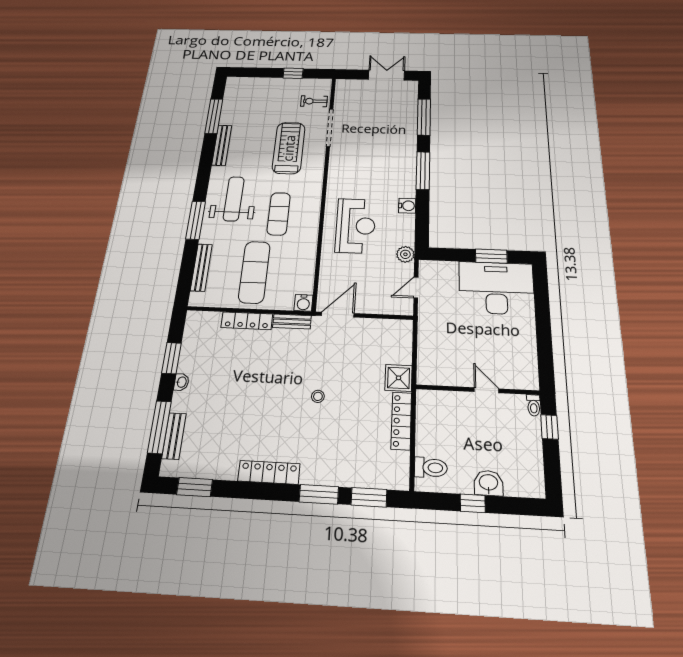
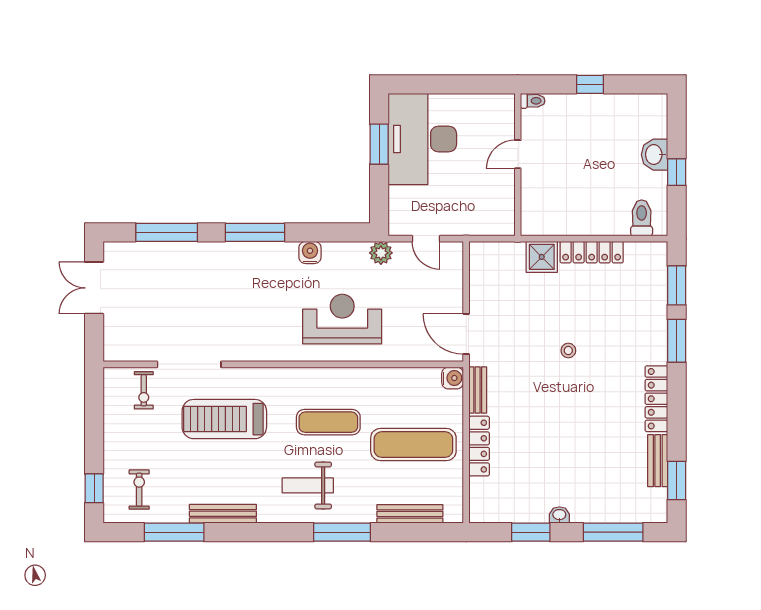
window: (293, 73) -> (94, 488), moved
exercise bike: (246, 97) -> (139, 490), added
weight bench: (234, 199) -> (308, 485), width x0.73, depth x0.75
wall: (477, 390) -> (518, 165), moved
door: (487, 390) -> (518, 154), moved
toilet: (534, 405) -> (533, 101), moved
bench: (174, 436) -> (658, 461), moved, turned 90

